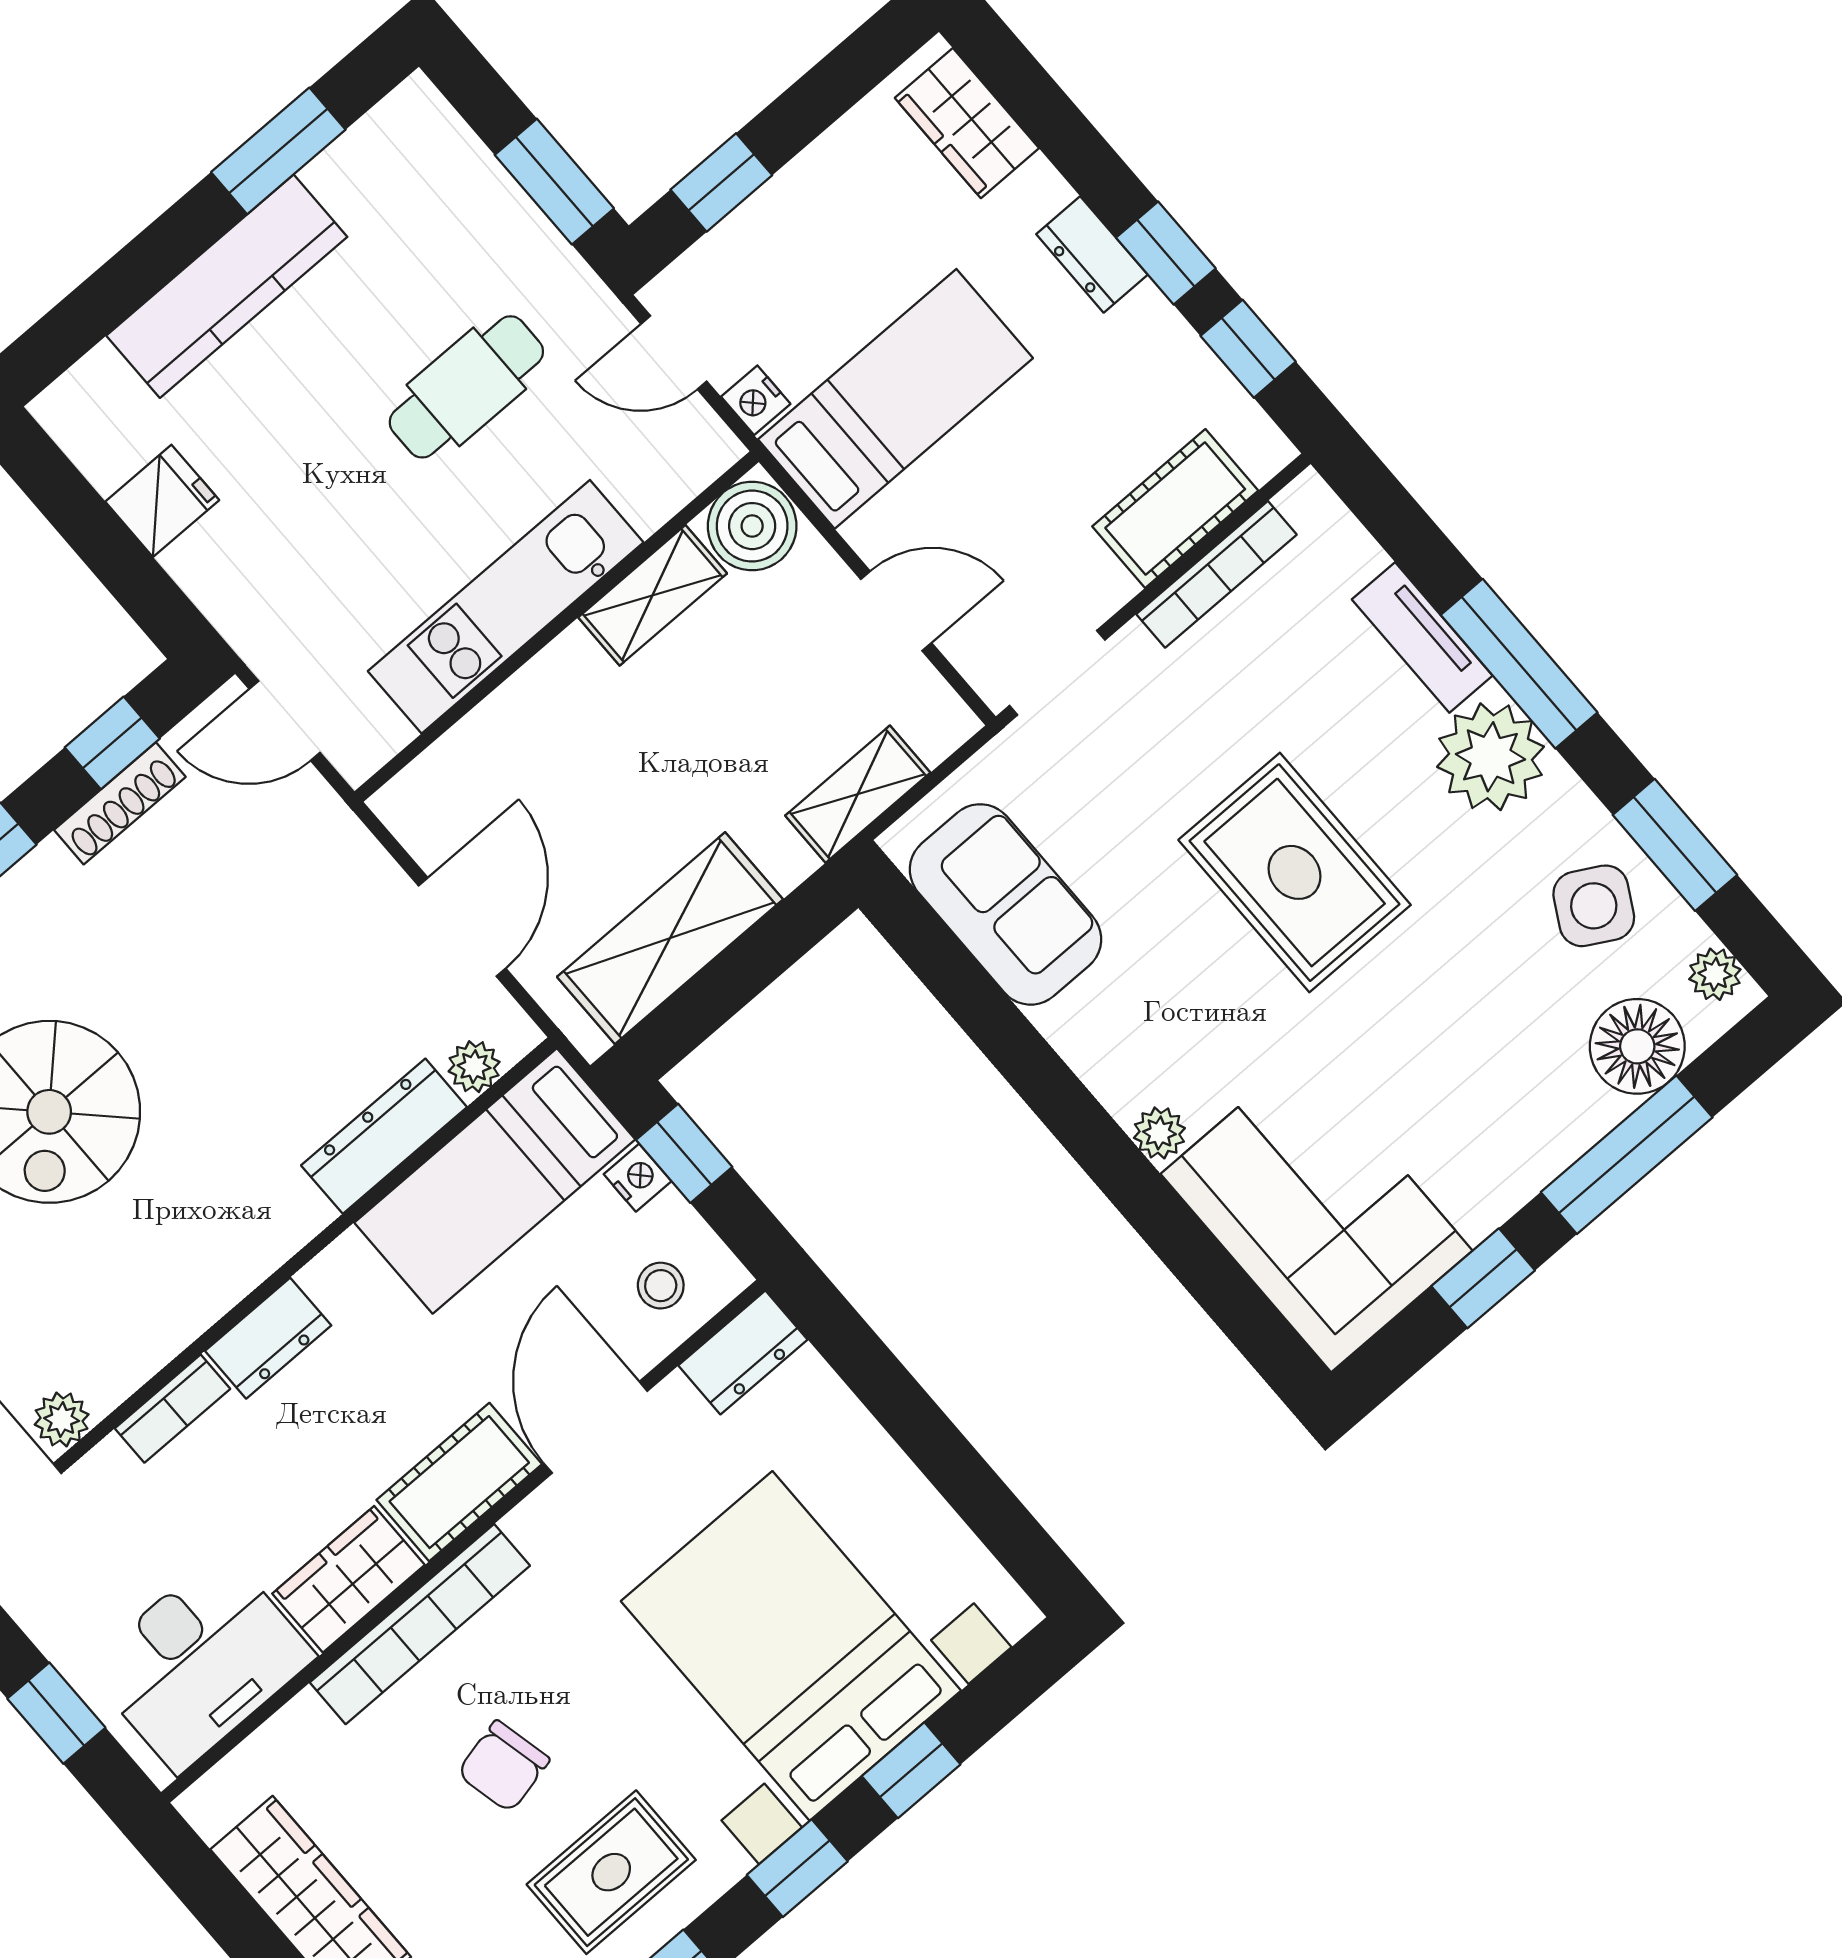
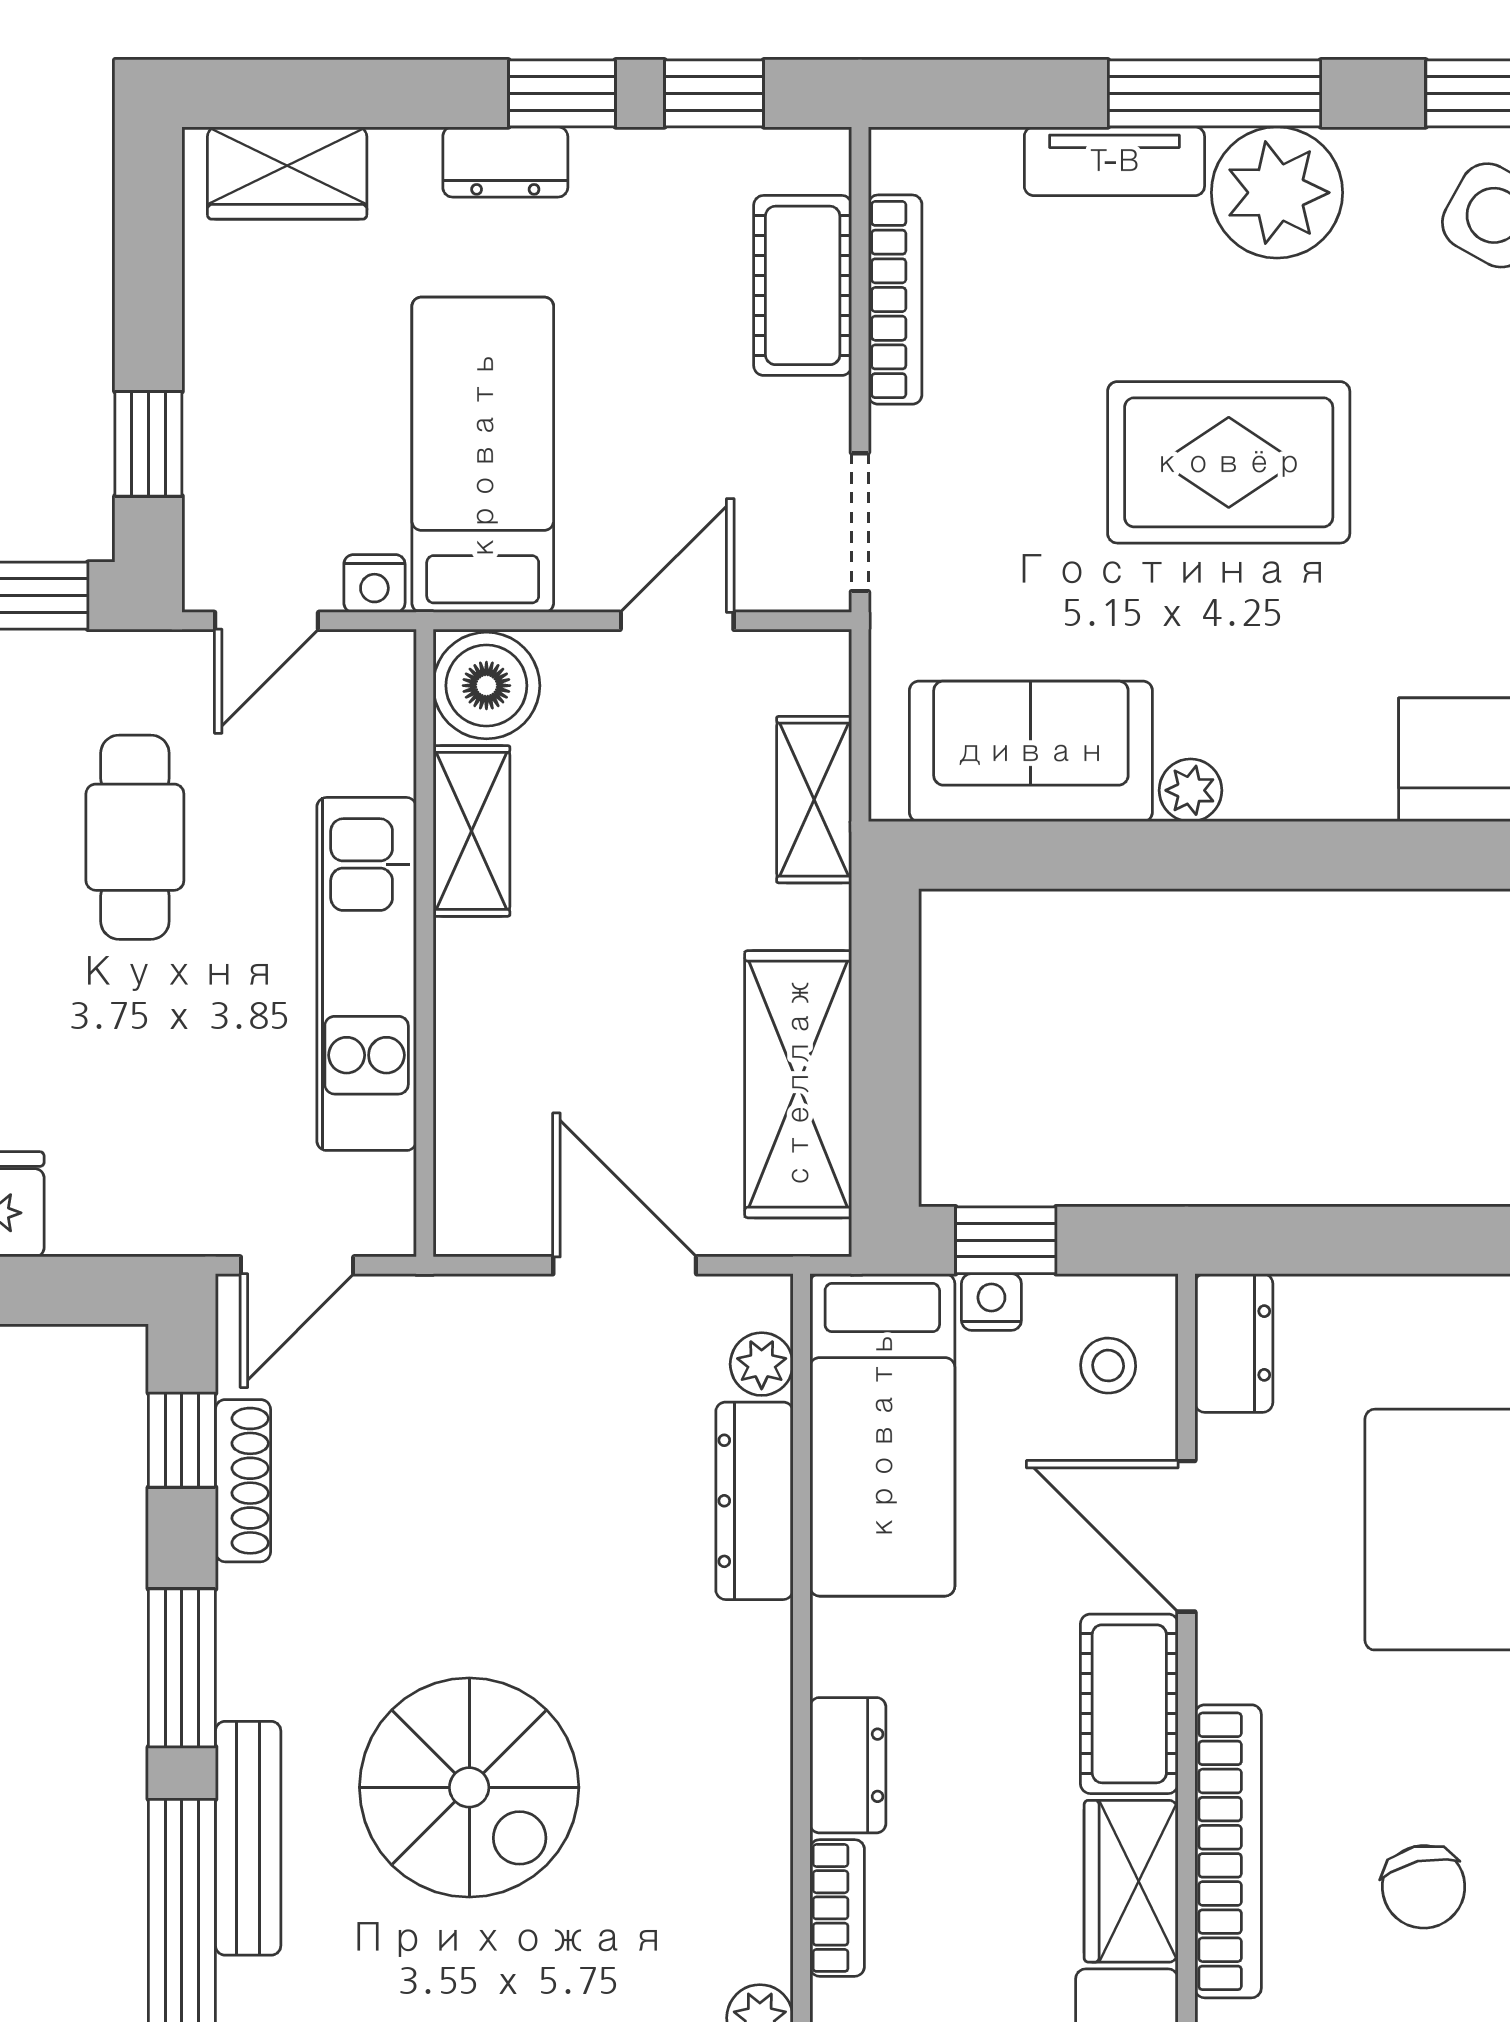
plant: (1159, 1133) -> (1191, 790), moved

